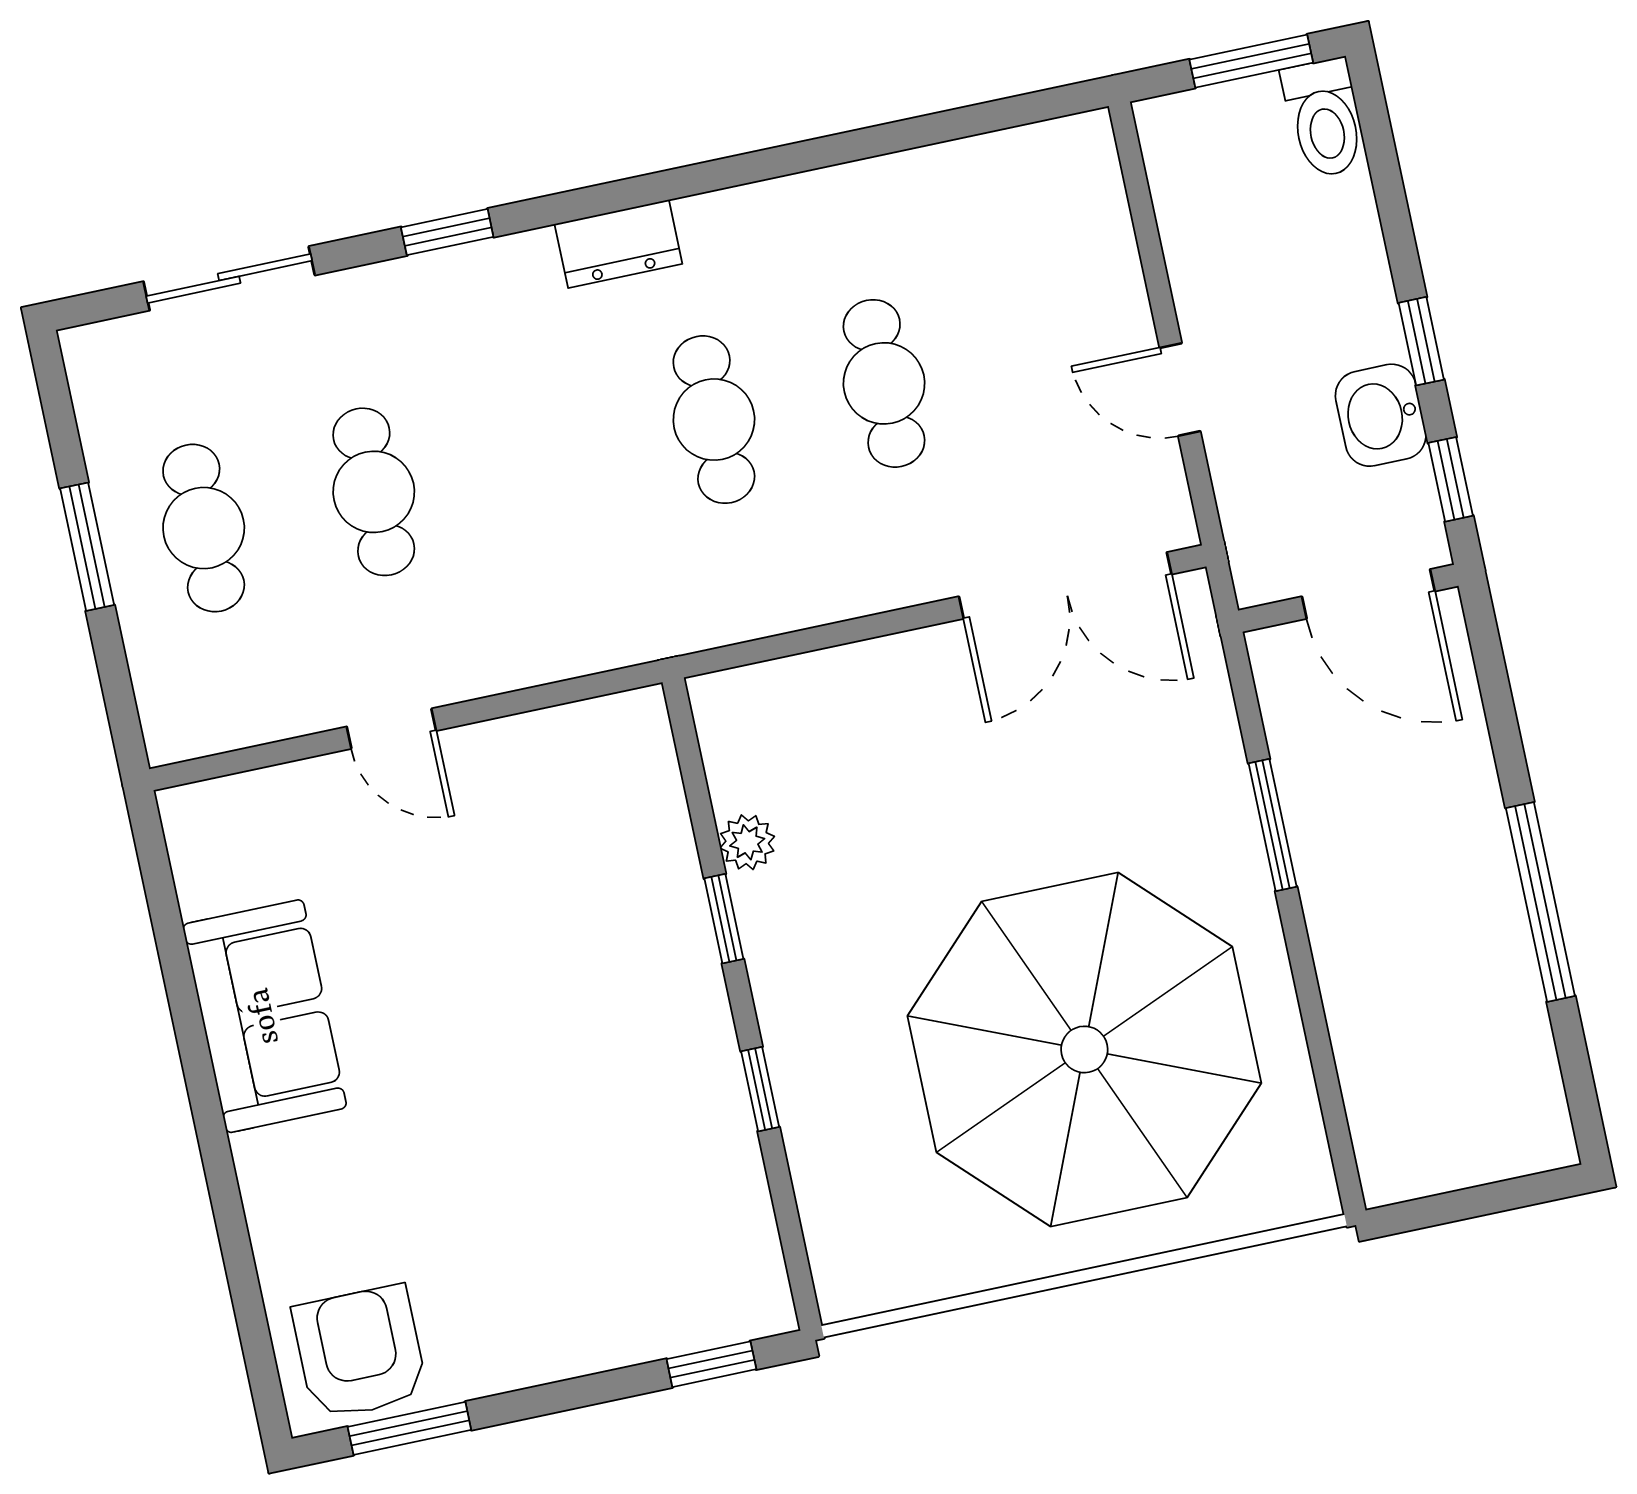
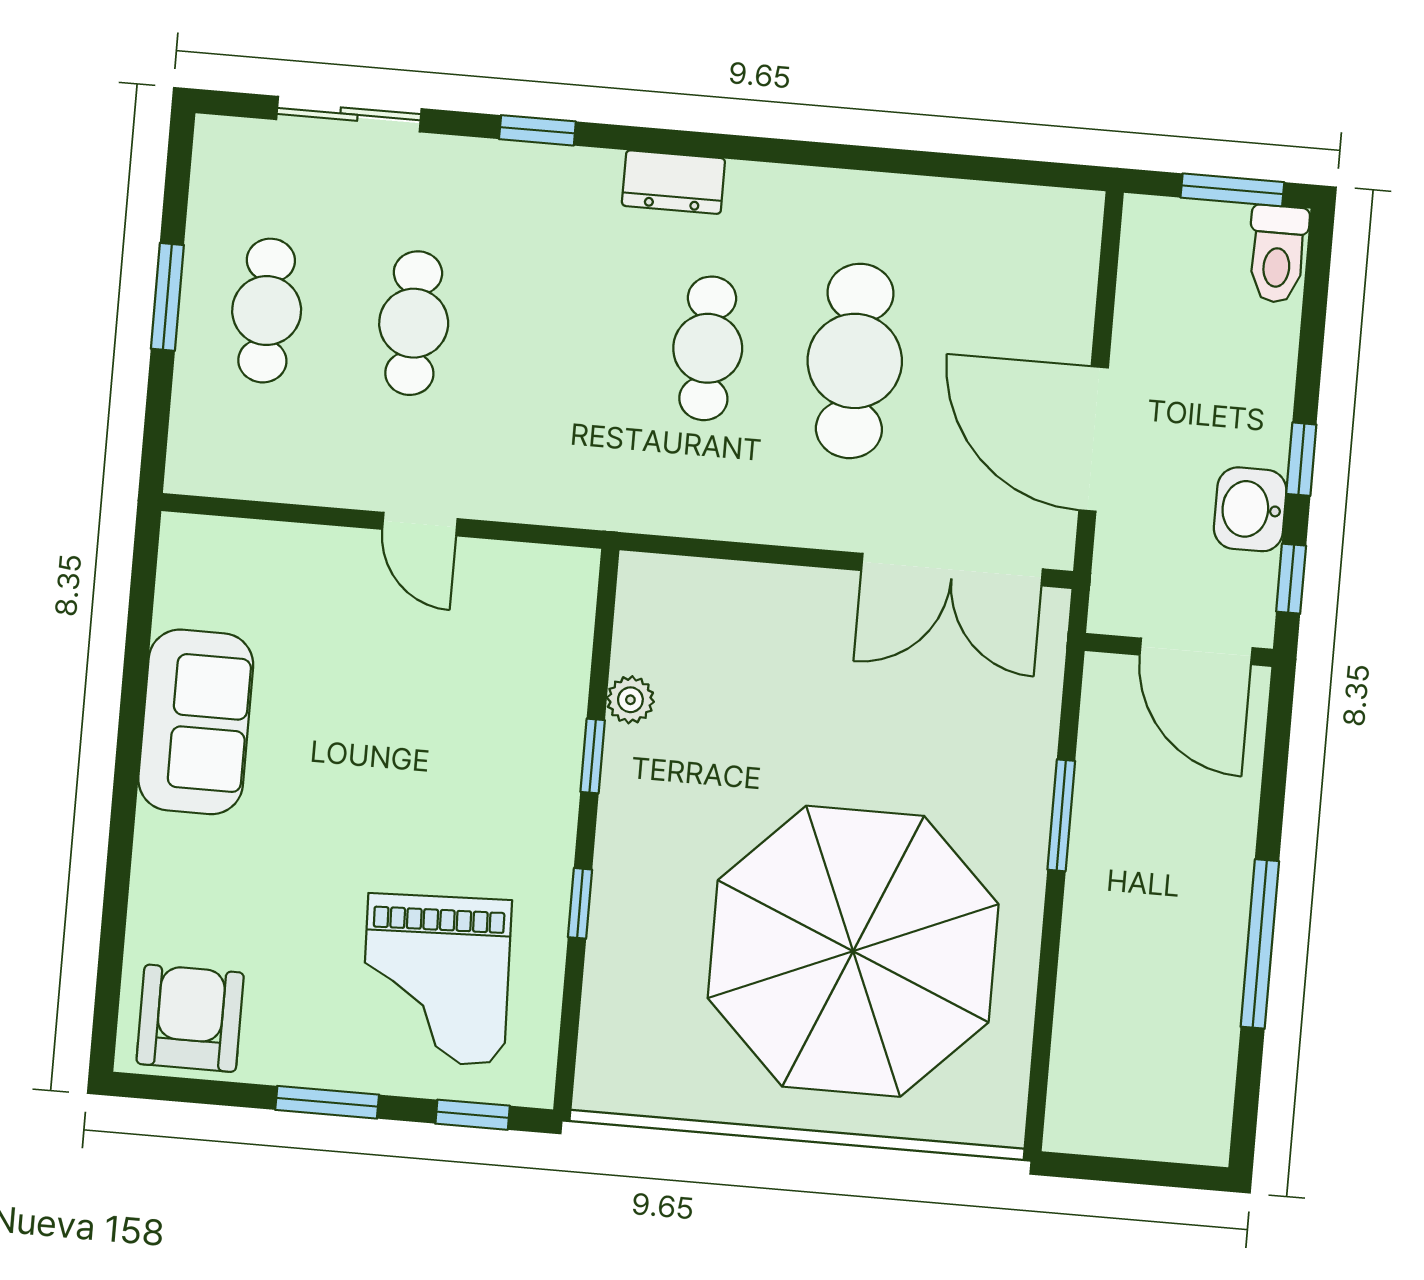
cafe table: (884, 383) -> (855, 361), width x1.37, depth x1.35
door: (1180, 390) -> (1094, 439), width x1.88
door: (391, 729) -> (420, 524), moved
grand piano: (624, 1224) -> (436, 980), added
window: (409, 1428) -> (327, 1102), moved

